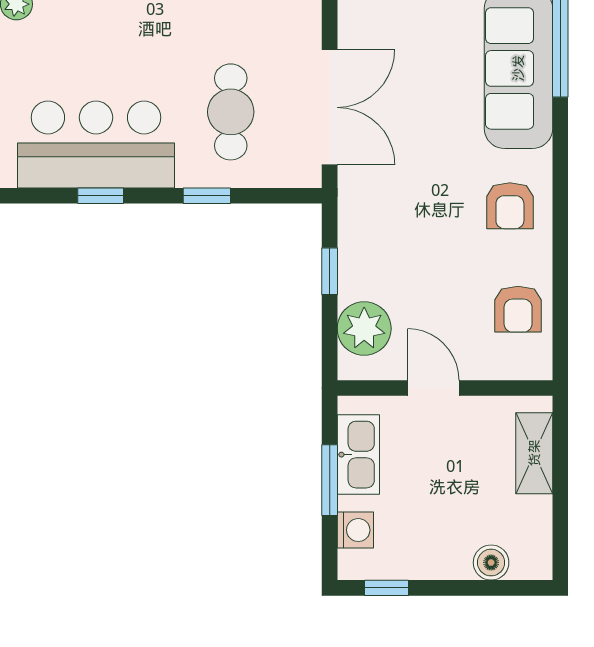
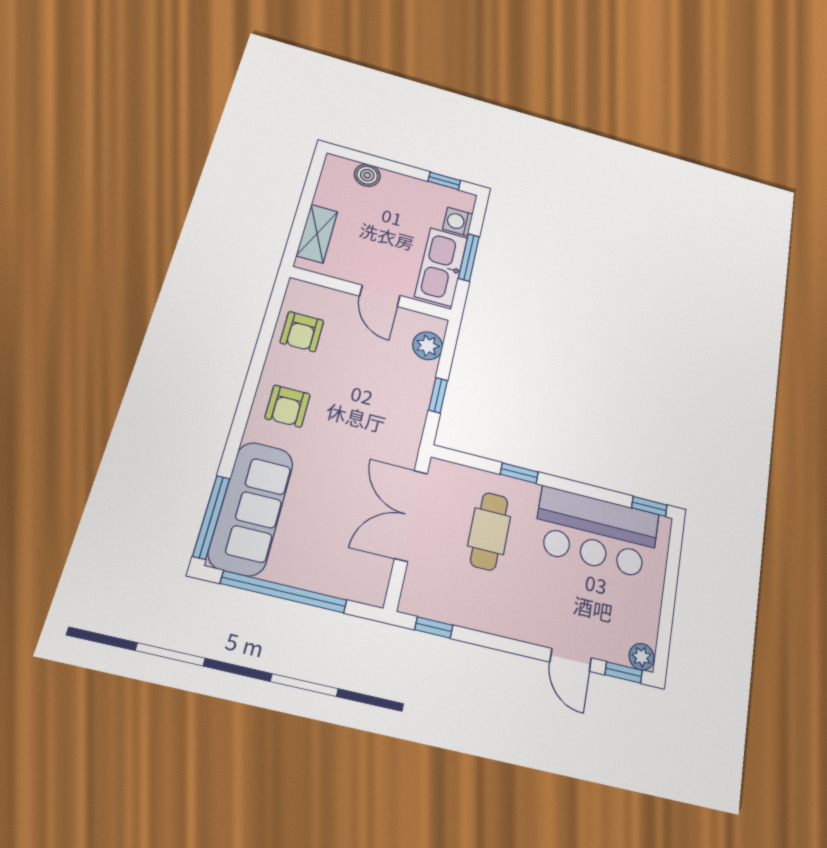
window: (101, 196) -> (649, 506), moved
armchair: (510, 206) -> (287, 406), turned 180
armchair: (518, 309) -> (302, 332), turned 180
plant: (364, 329) -> (428, 346), width x0.73, depth x0.73
kitchen sink: (358, 455) -> (441, 267), width x1.36, depth x1.24

